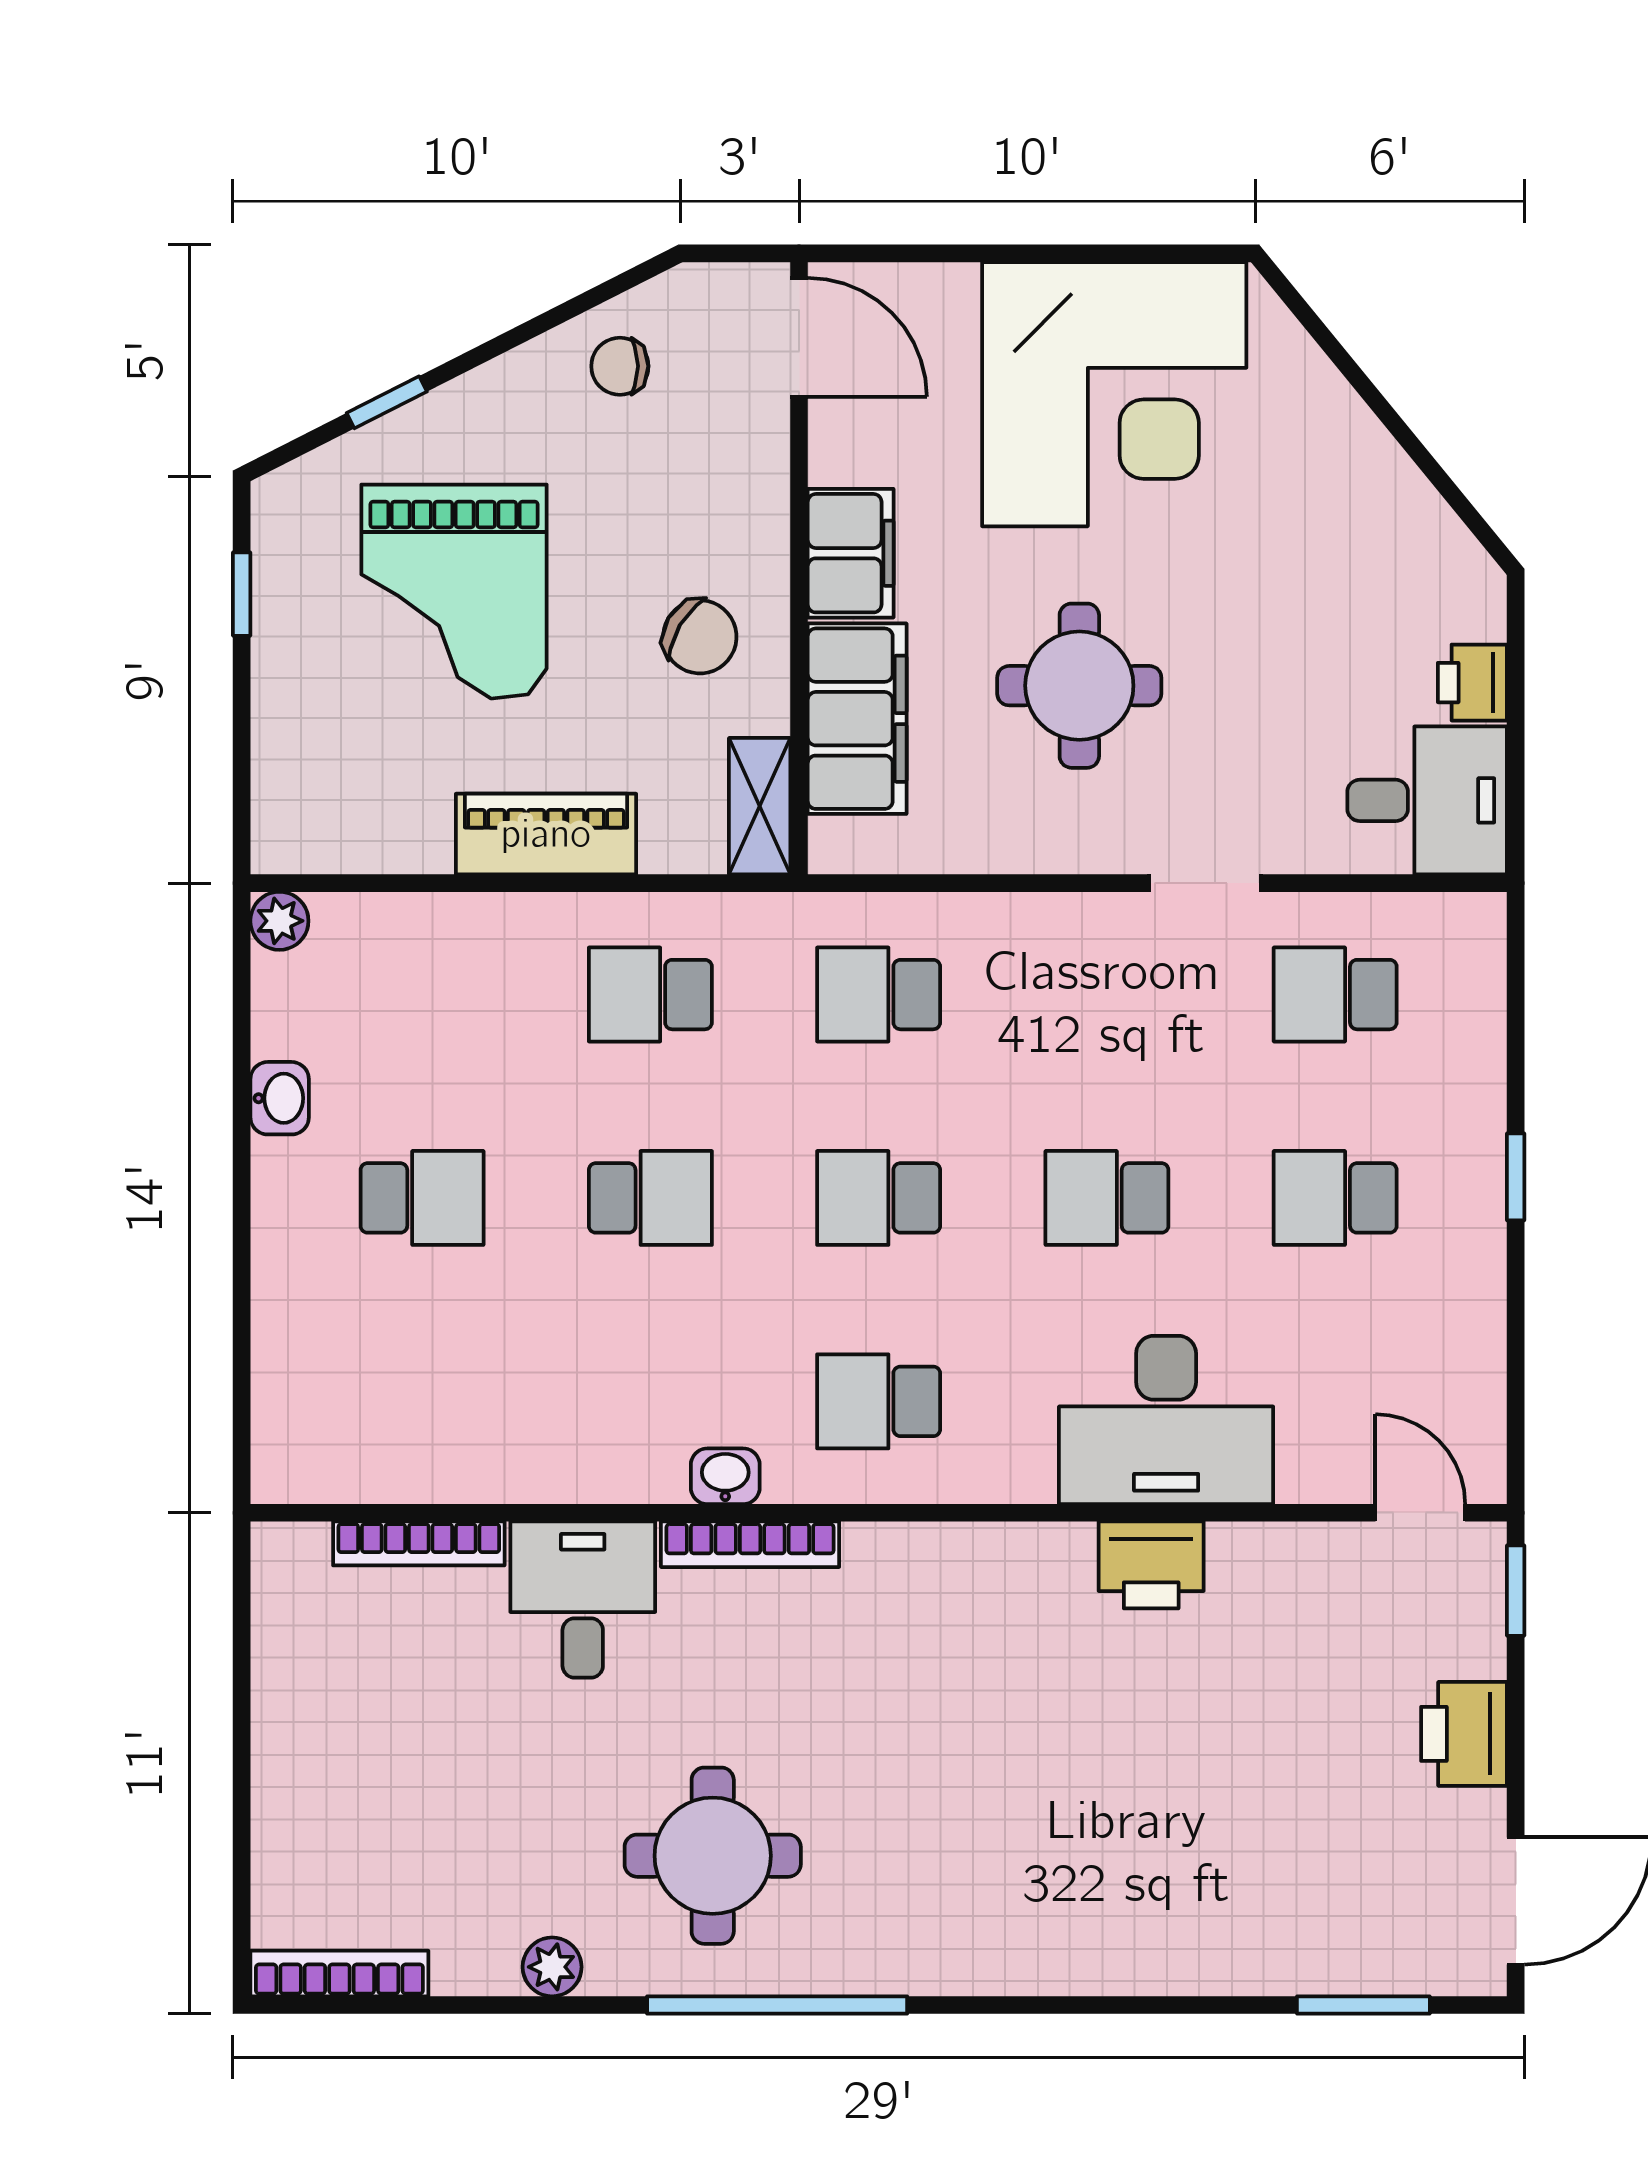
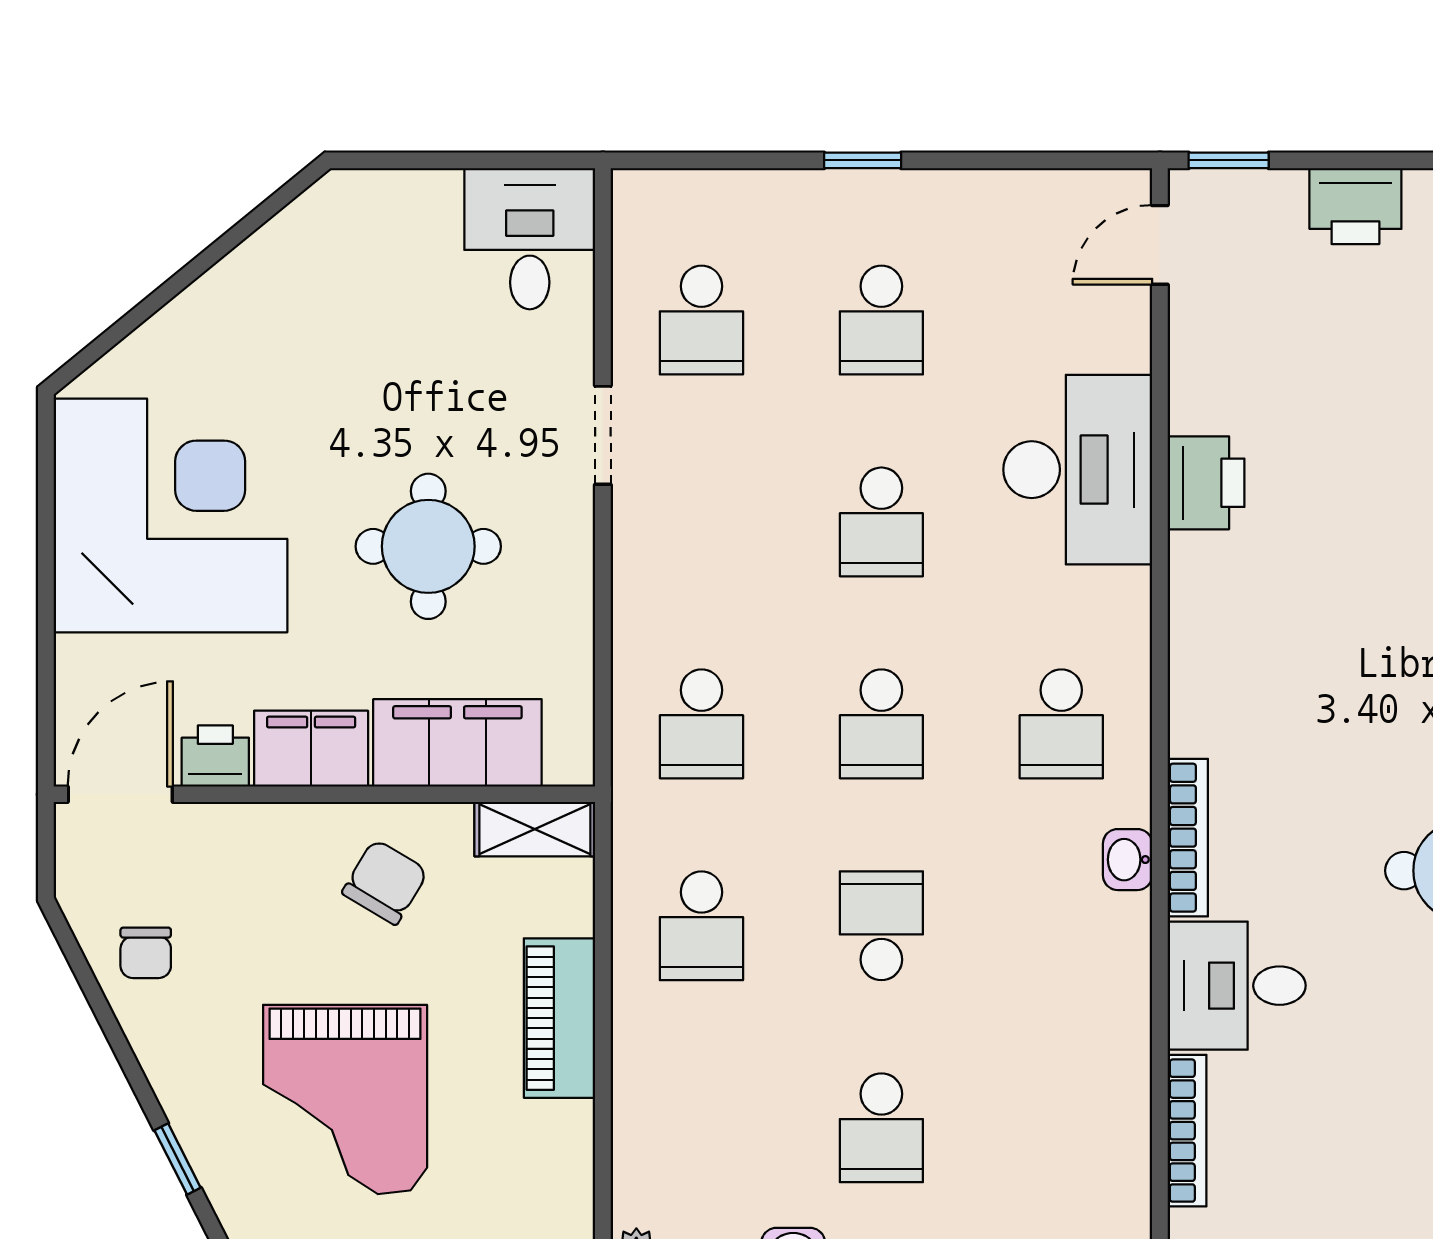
grand piano: (454, 592) -> (345, 1099), turned 90
printer: (1472, 683) -> (215, 756), moved, turned 180
school desk: (422, 1198) -> (881, 1128), turned 180

